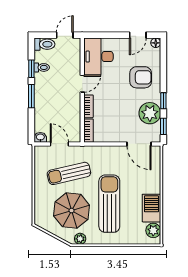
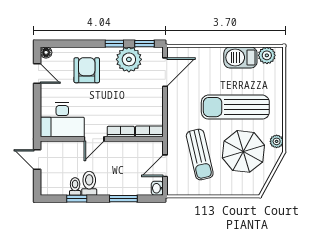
toilet: (44, 44) -> (89, 183), moved
door: (82, 84) -> (94, 139), swing flipped
window: (31, 96) -> (123, 199), moved

